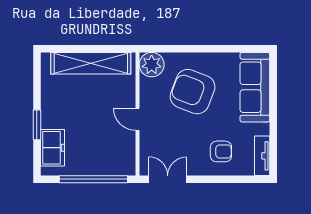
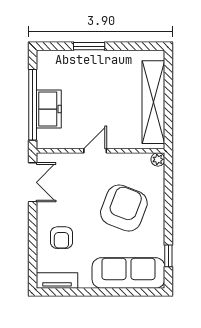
window: (239, 49) -> (168, 256), added
plant: (152, 65) -> (158, 159), width x0.53, depth x0.53
freezer: (52, 148) -> (49, 109), moved, turned -90

